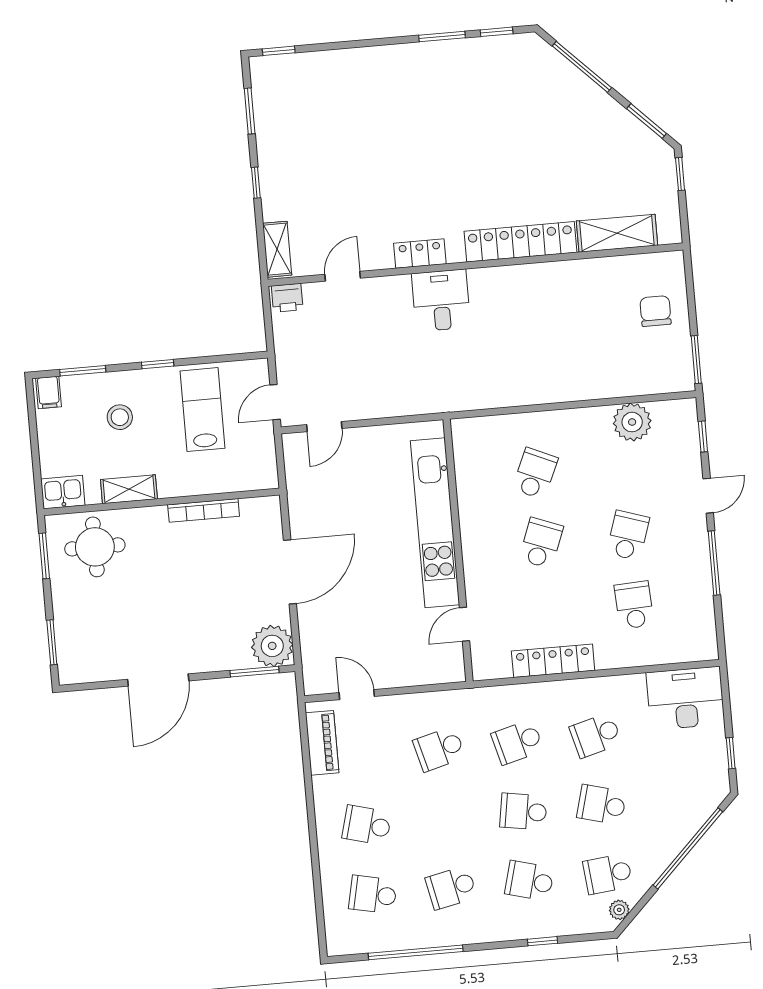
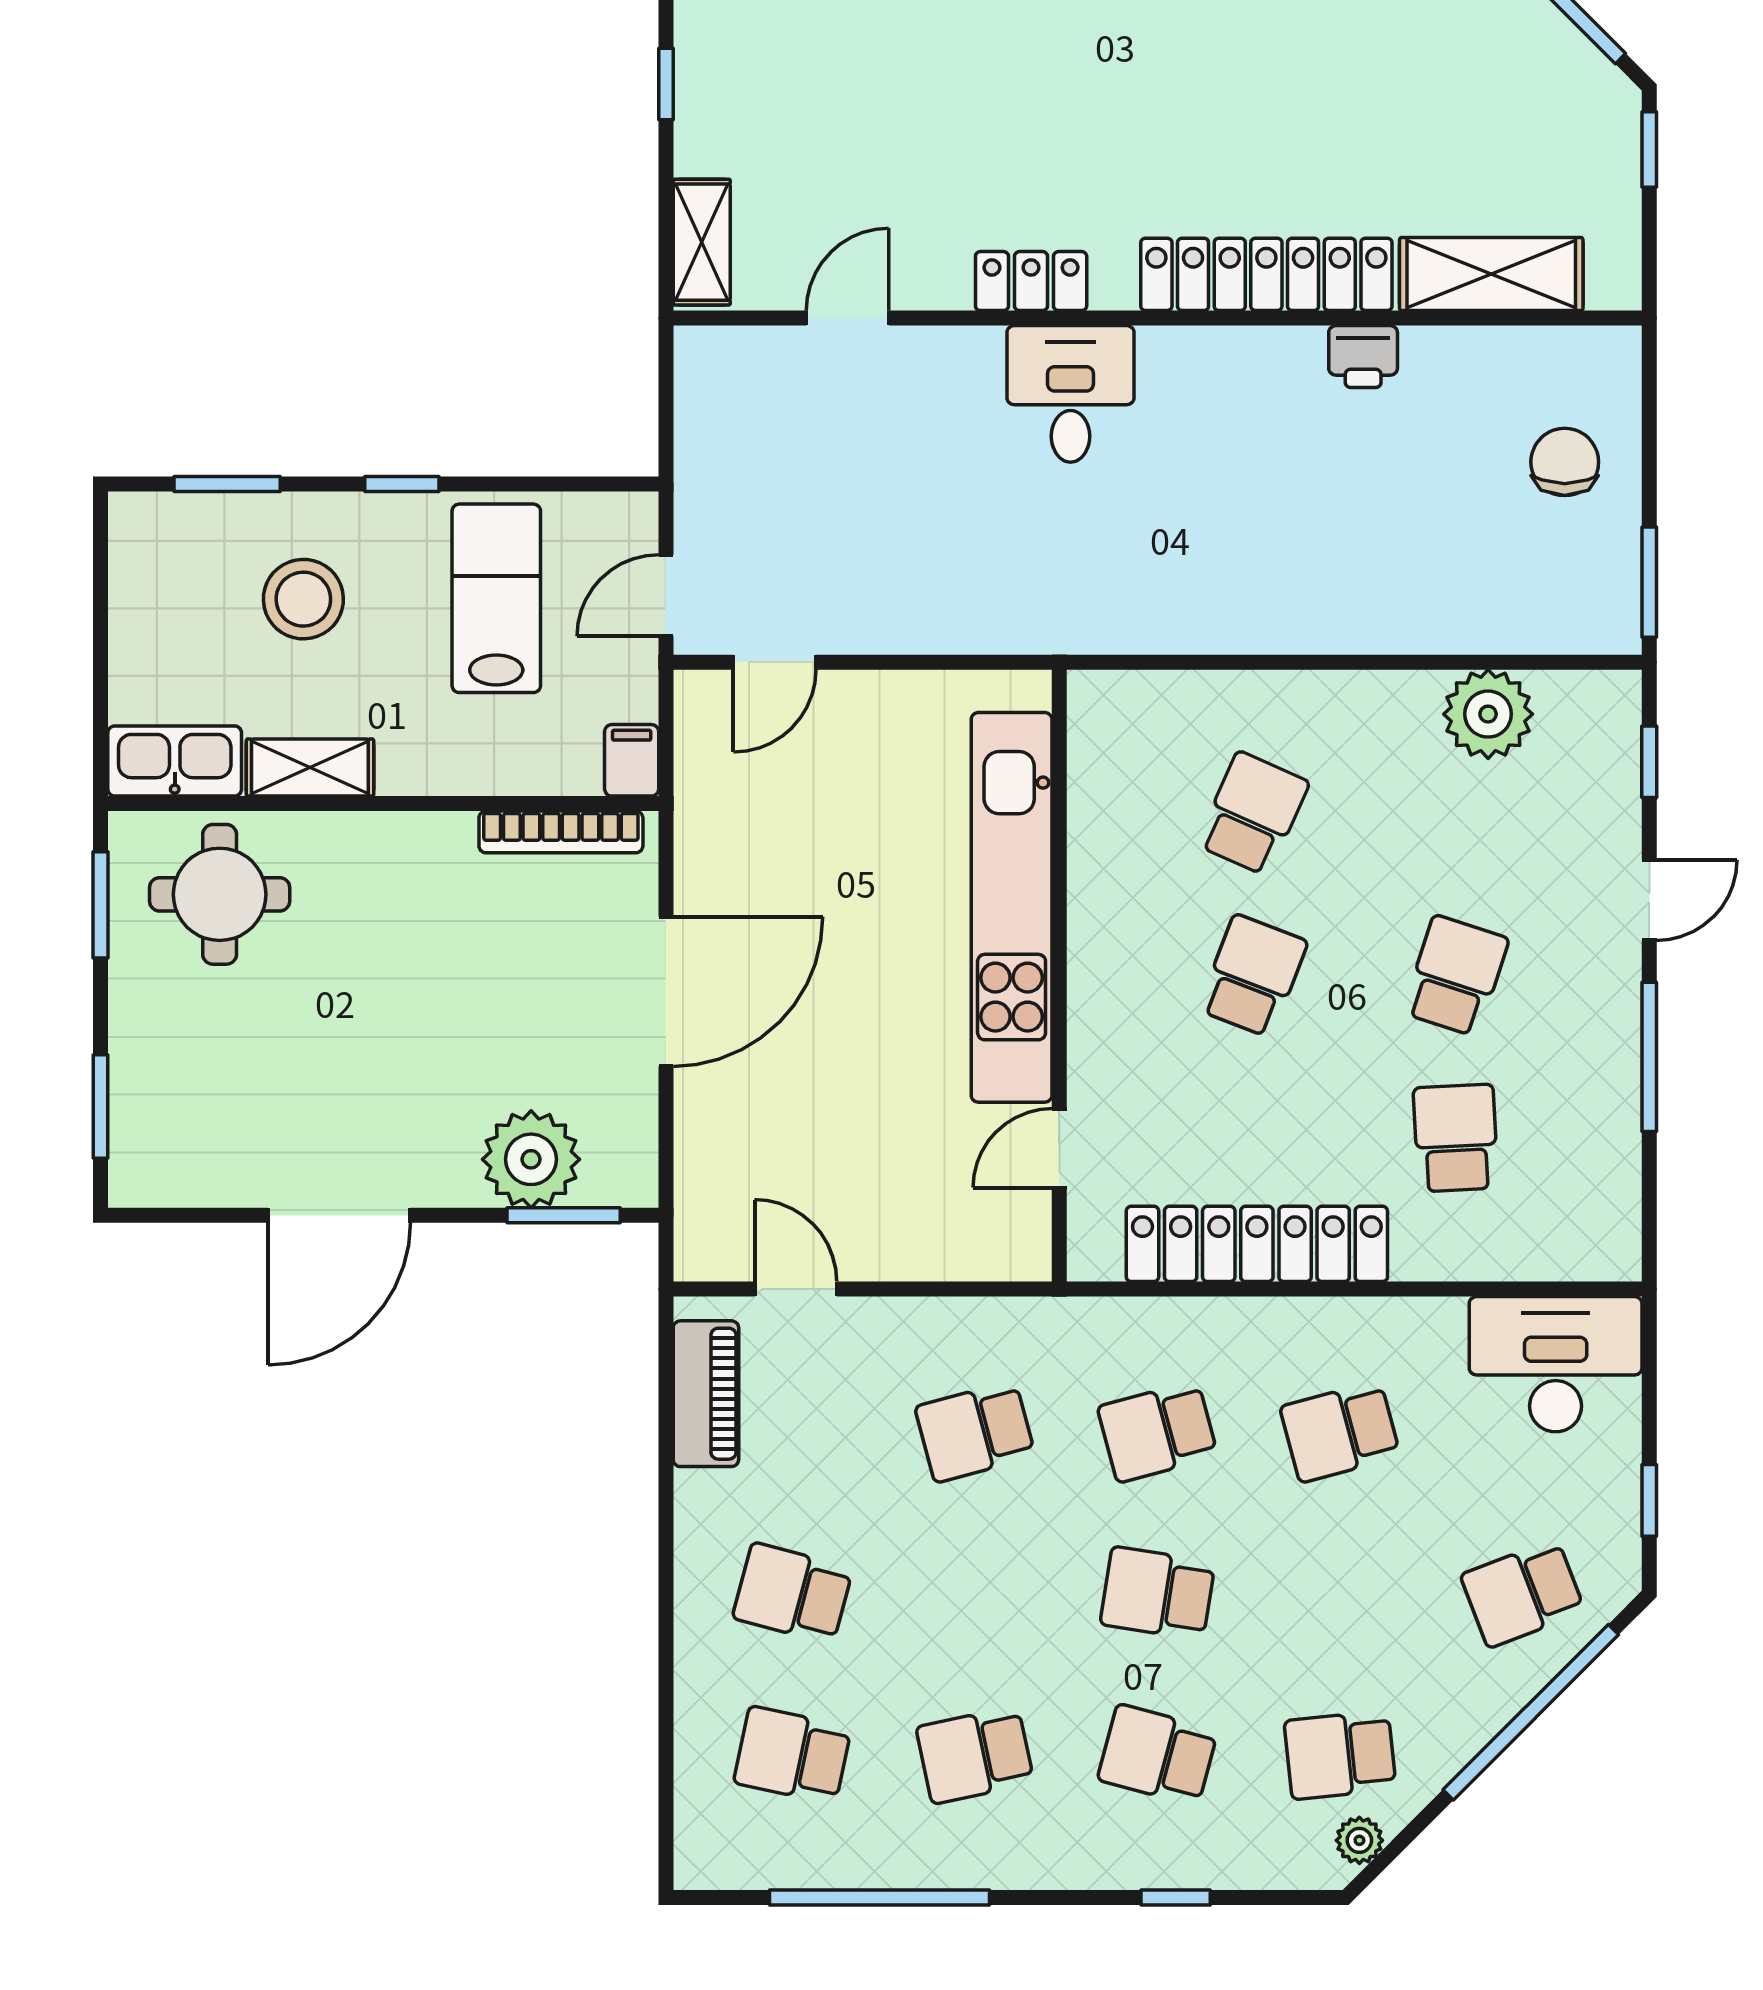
printer: (287, 298) -> (1363, 357), moved
filing cabinet: (49, 392) -> (632, 760), moved, turned 180
stool: (120, 417) -> (303, 599), width x1.38, depth x1.38
kitchen sink: (63, 492) -> (175, 761), width x1.38
bookcase: (204, 510) -> (561, 832), moved
plant: (272, 646) -> (531, 1159), moved
locker: (553, 661) -> (1257, 1244), width x1.41, depth x1.21
school desk: (602, 805) -> (1523, 1593), moved, turned -36

